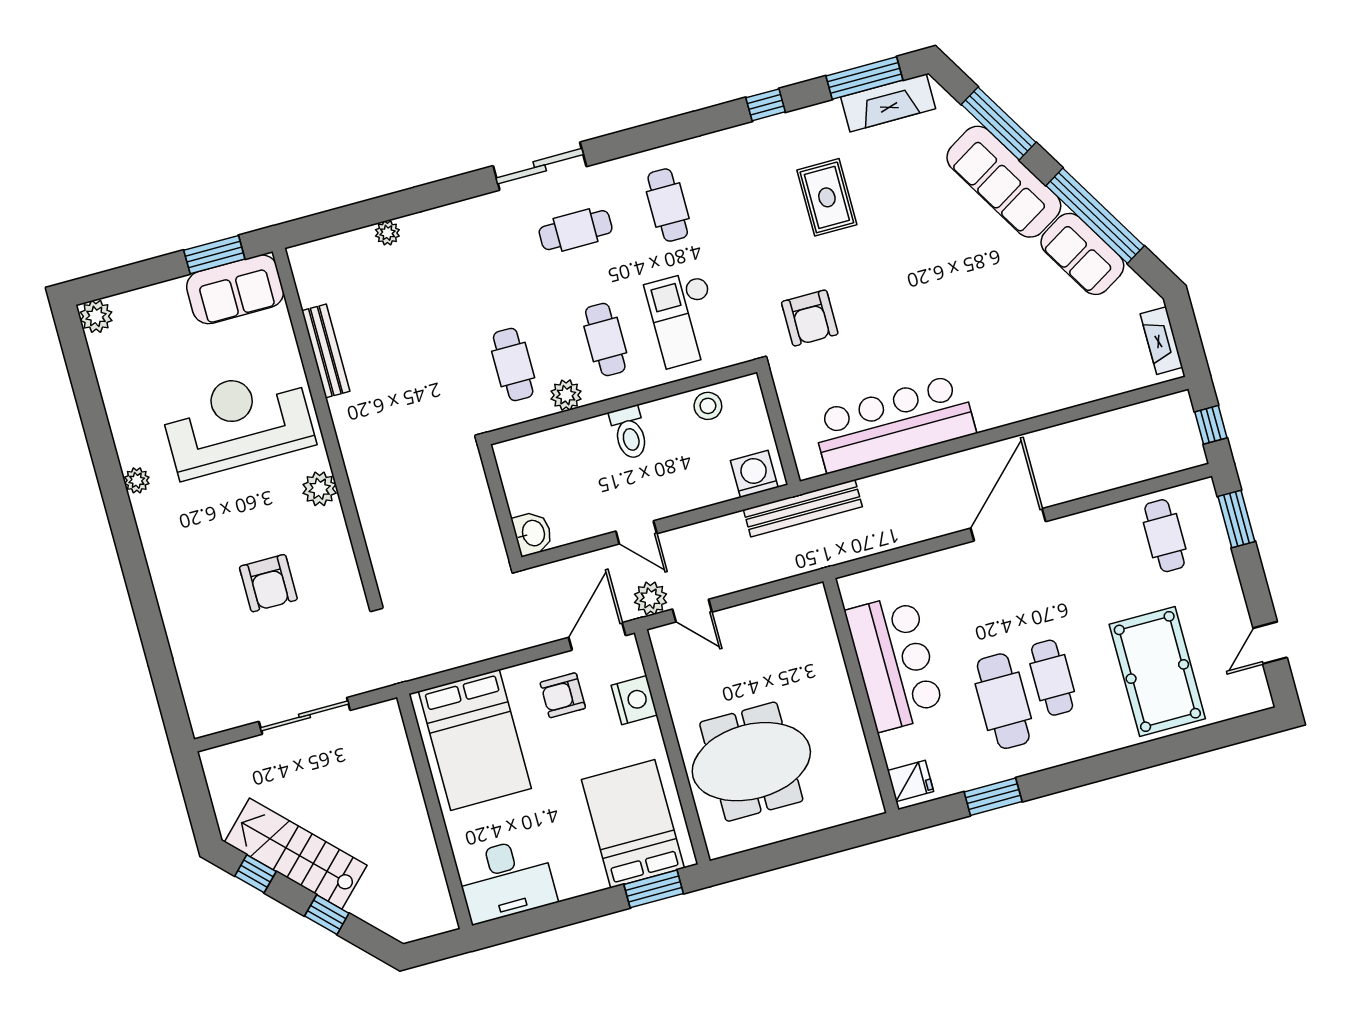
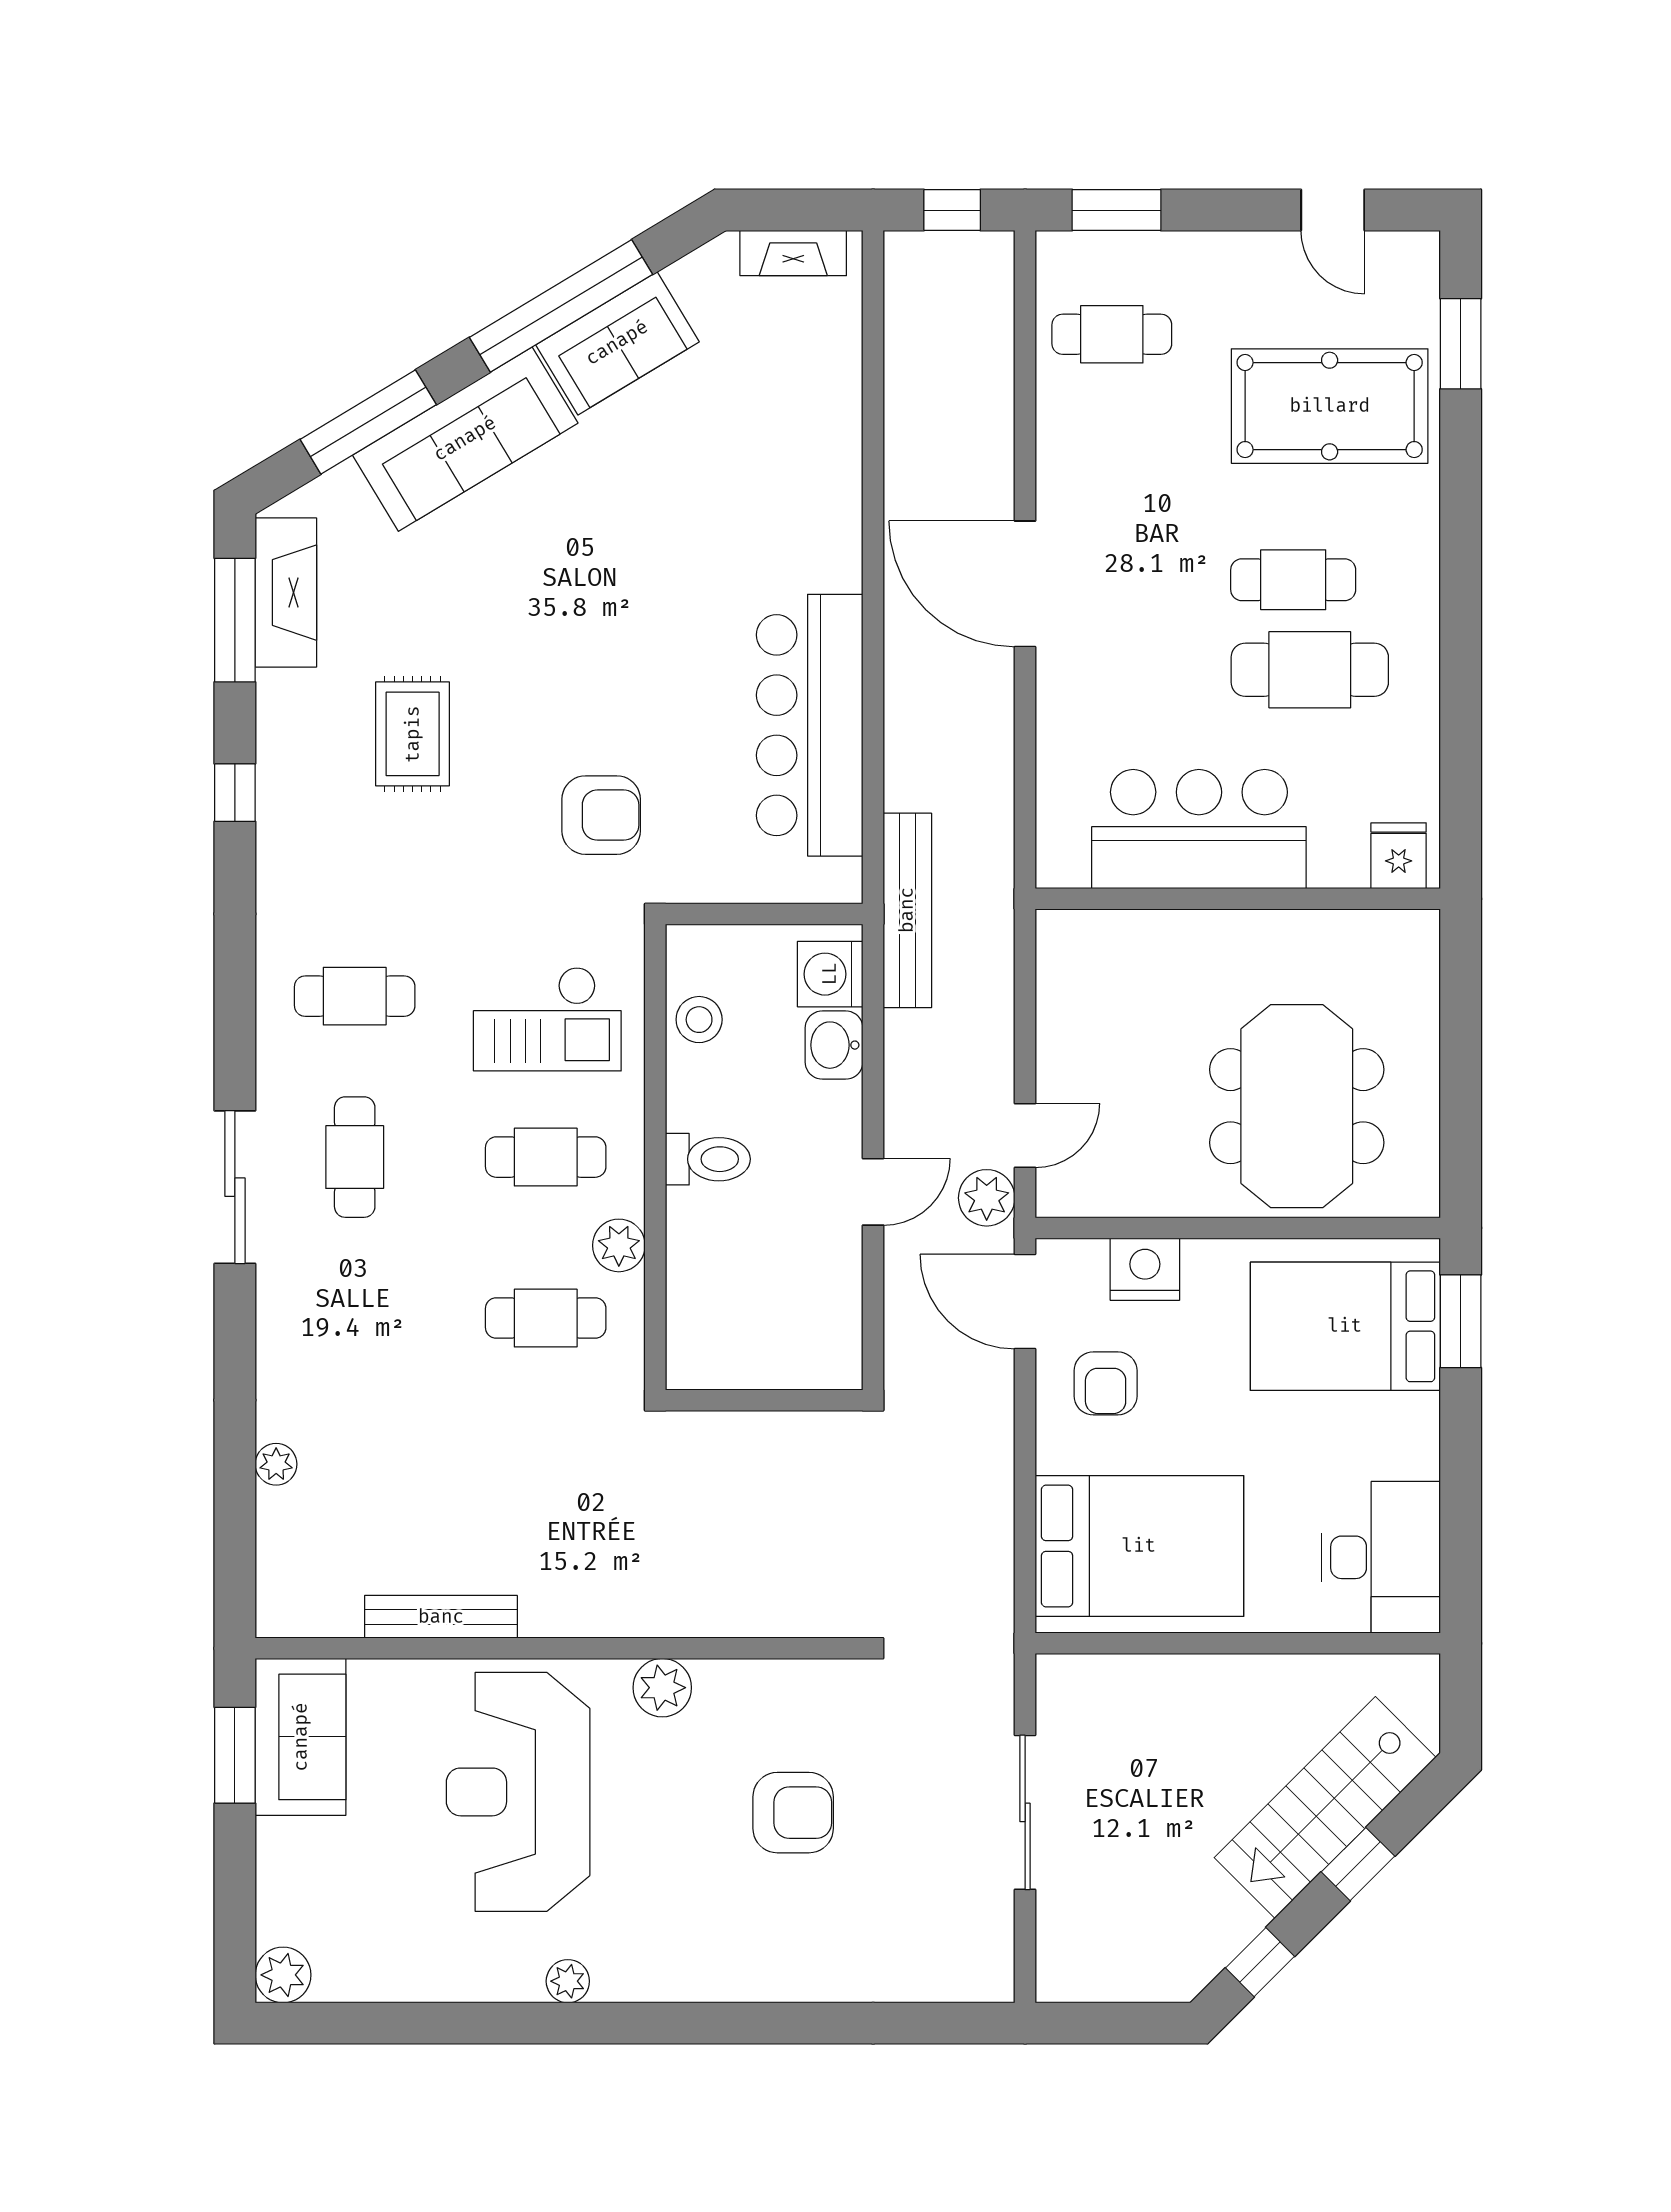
rug: (827, 197) -> (413, 734), turned 90
washbasin: (532, 533) -> (834, 1045), moved, turned -90
window: (993, 797) -> (1461, 344), moved
stairs: (296, 854) -> (1325, 1807), moved

